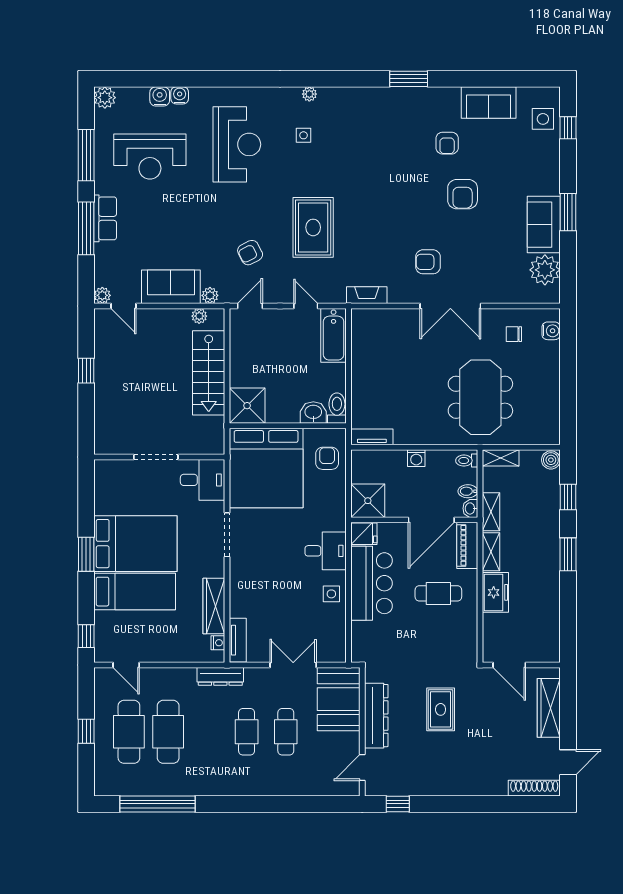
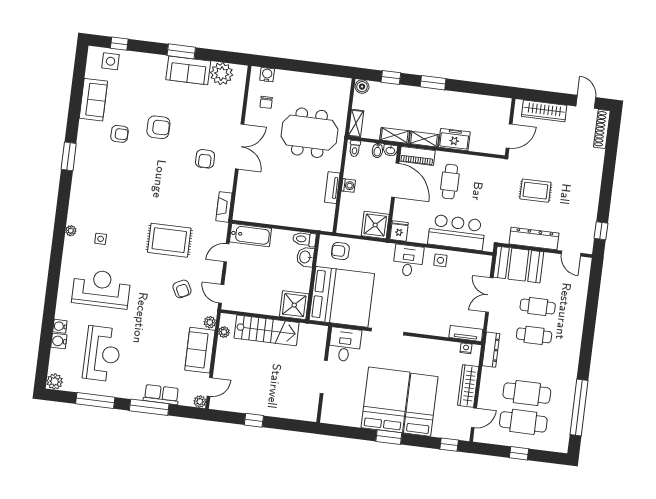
row of seats: (105, 218) -> (161, 395), moved
tv unit: (372, 437) -> (332, 188), moved
bar counter: (372, 583) -> (457, 232), moved
wardrobe: (214, 606) -> (468, 386), moved, turned 90

